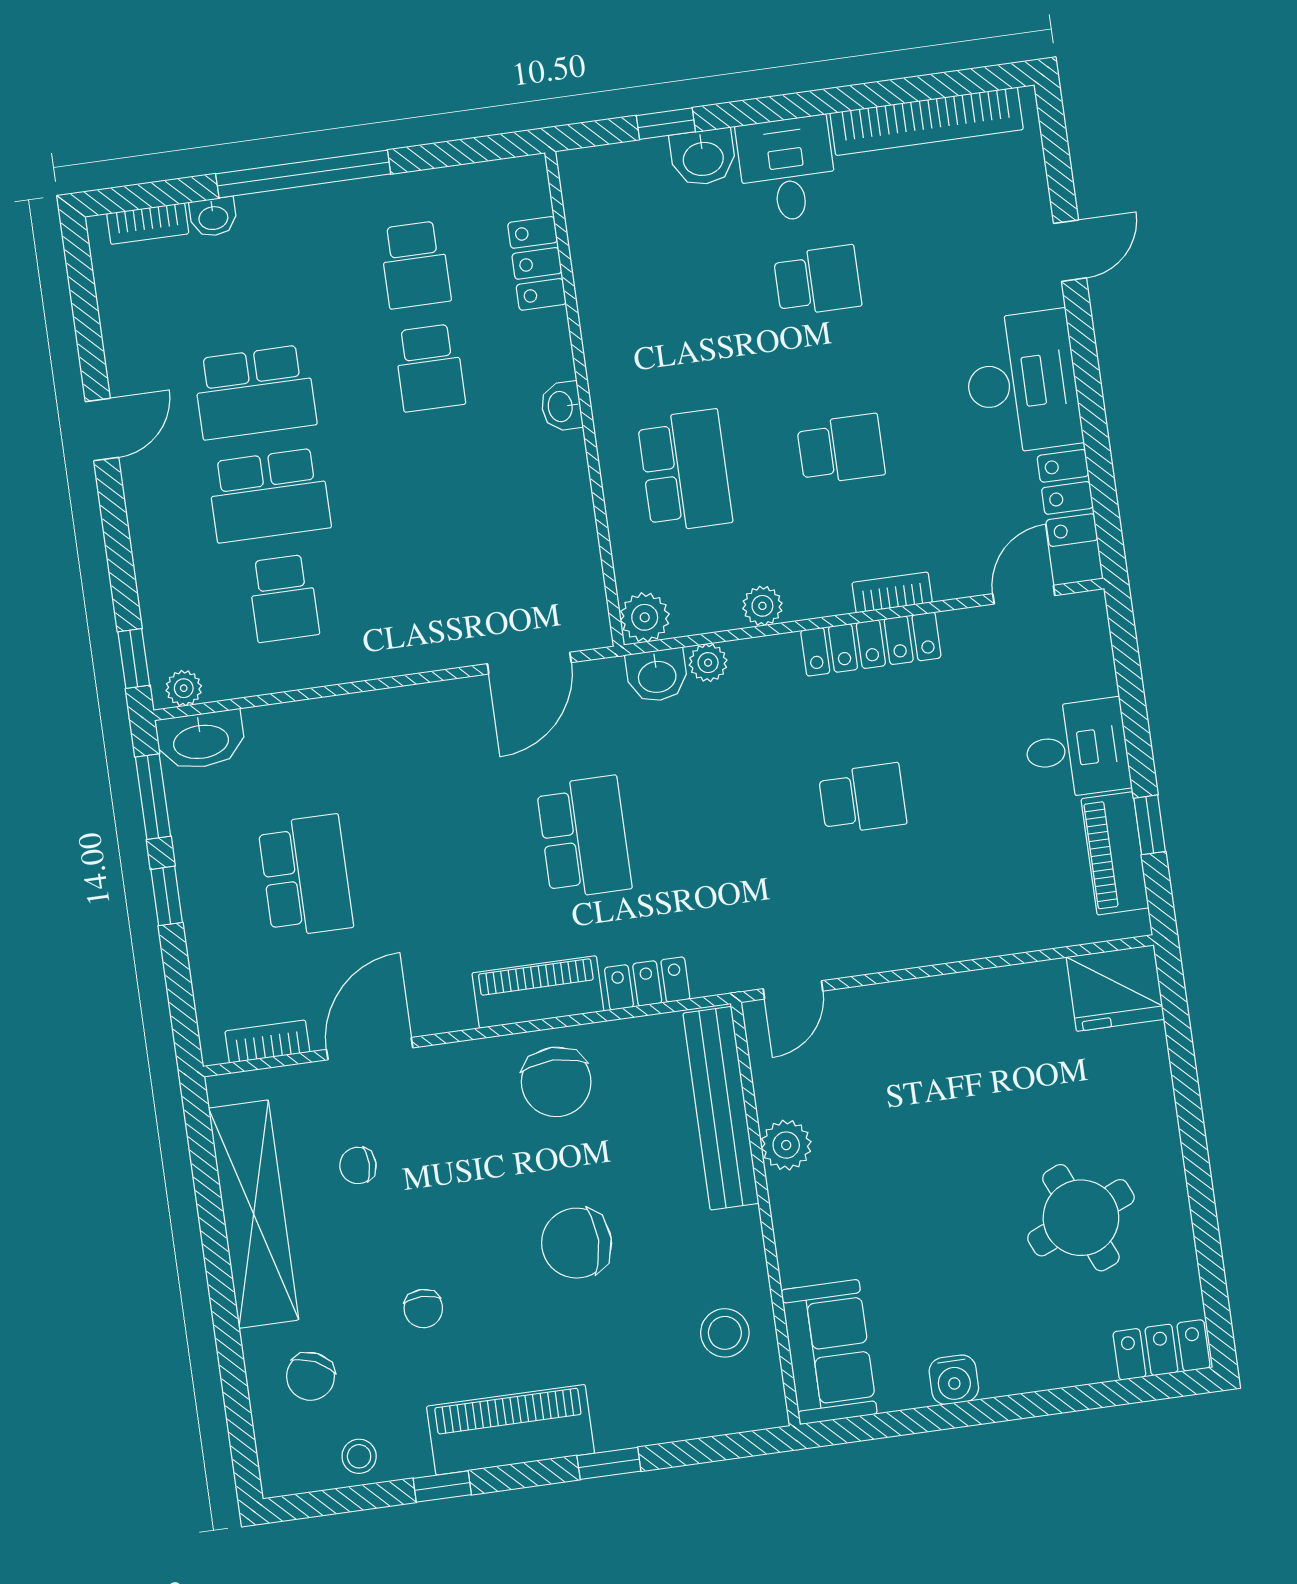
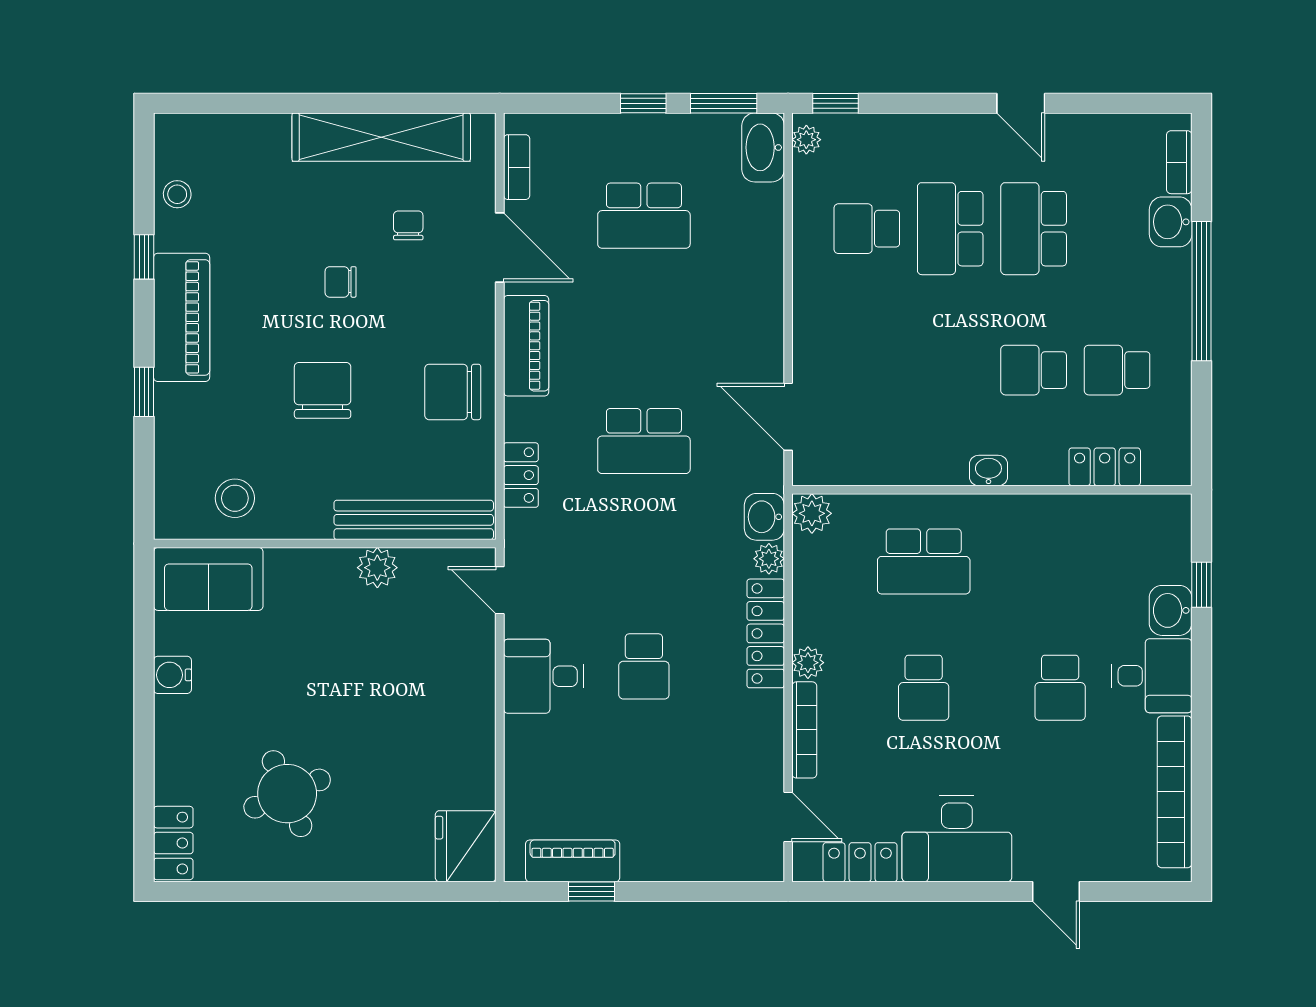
washbasin: (213, 217) -> (1171, 222), width x1.38, depth x1.45
bookcase: (892, 592) -> (804, 730), width x1.56
plant: (762, 606) -> (808, 663), moved
locker: (871, 644) -> (766, 633), moved
desk: (1077, 749) -> (544, 676), moved, turned 90
piano: (538, 992) -> (526, 346), moved
chair: (423, 1309) -> (341, 282), moved
chair: (311, 1376) -> (246, 165), removed

